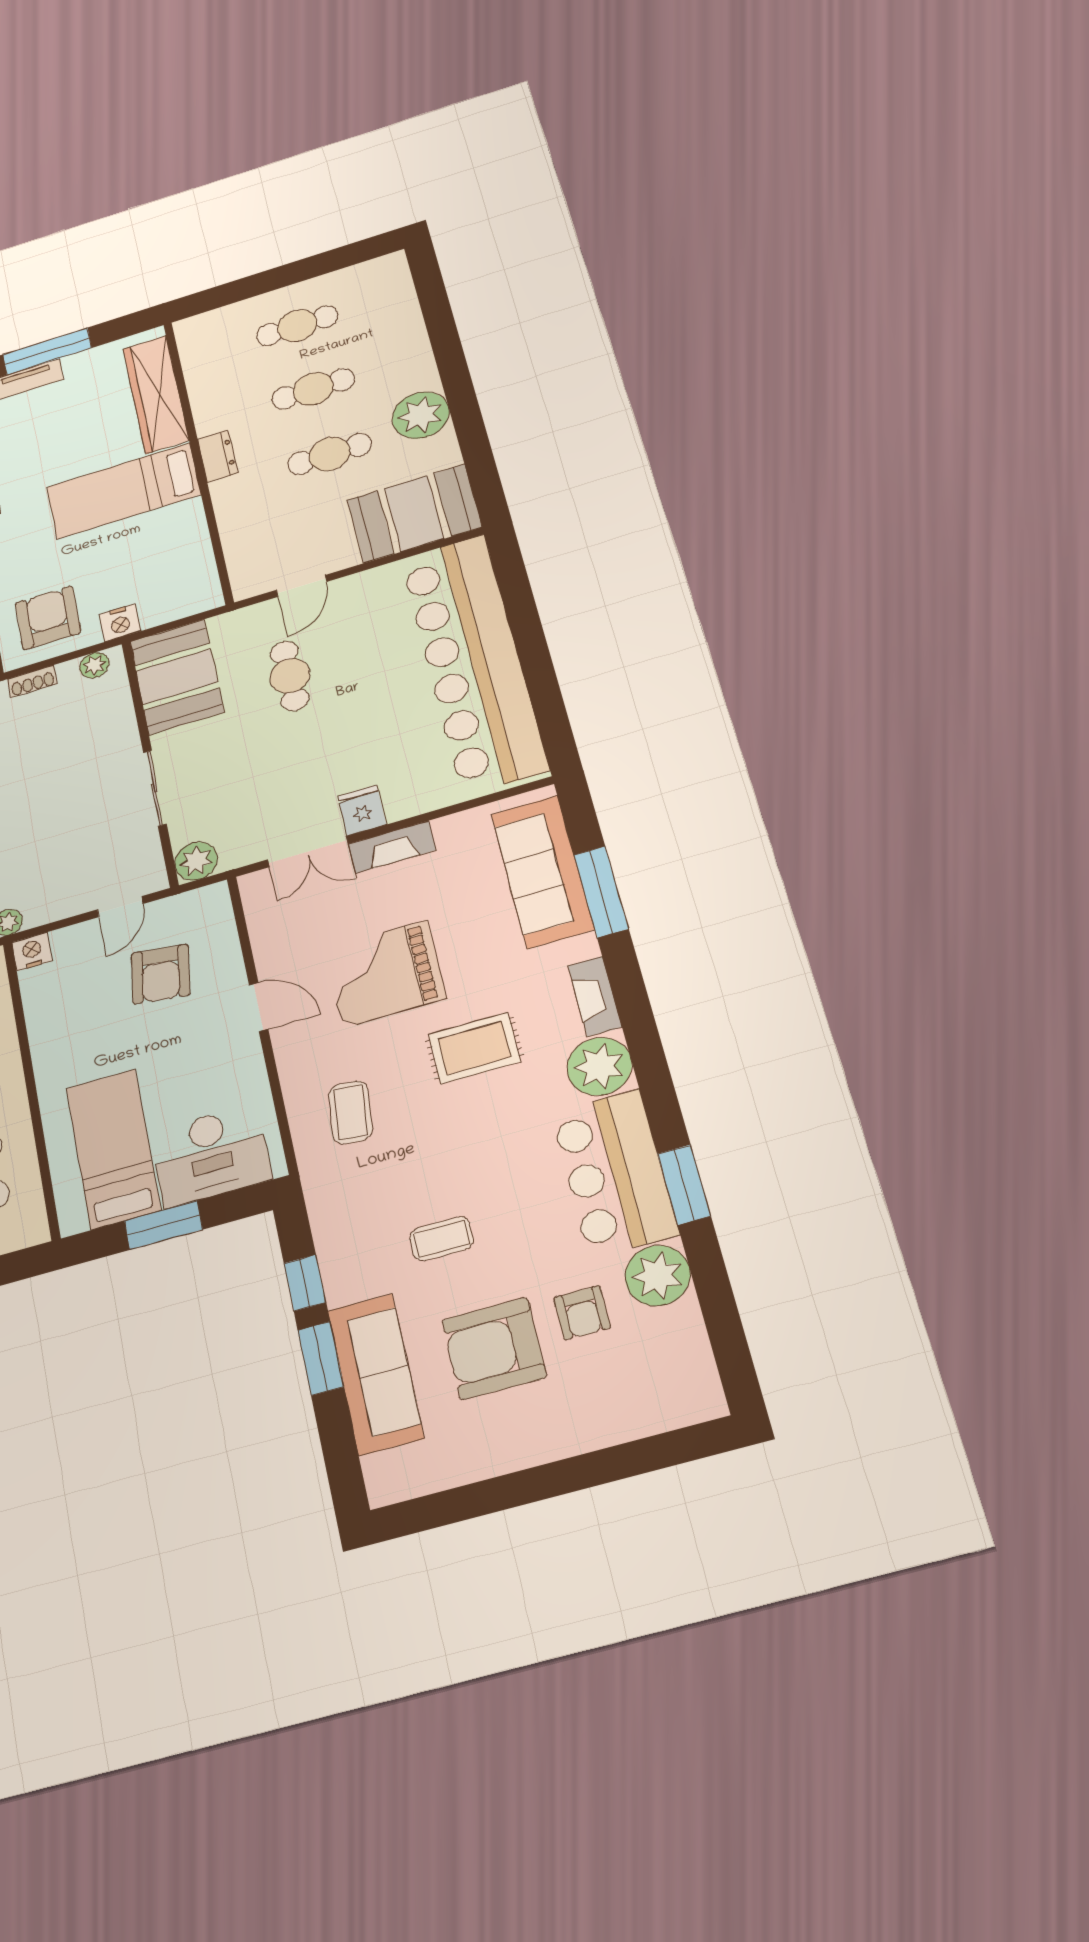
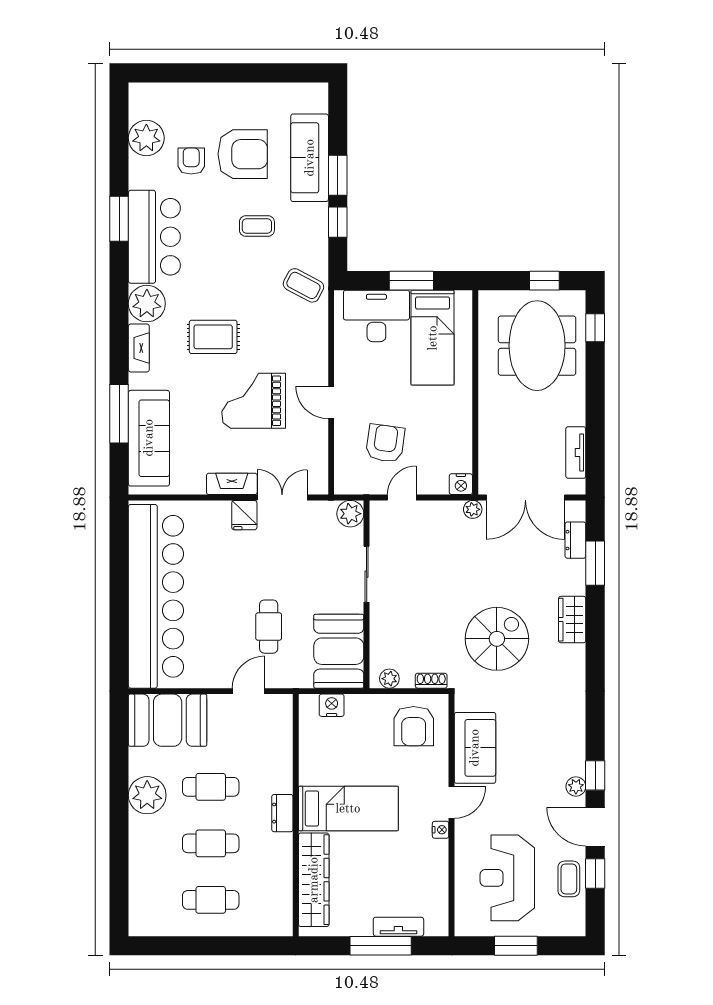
nightstand: (120, 623) -> (332, 705), moved
grand piano: (385, 974) -> (254, 401), turned 180
coffee table: (350, 1112) -> (303, 285), moved, turned -68
plant: (658, 1276) -> (146, 138), moved

